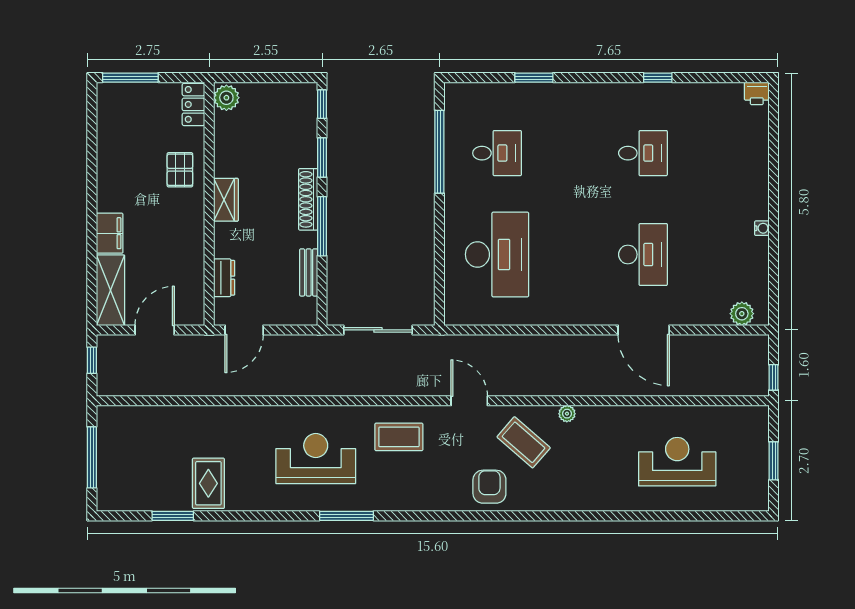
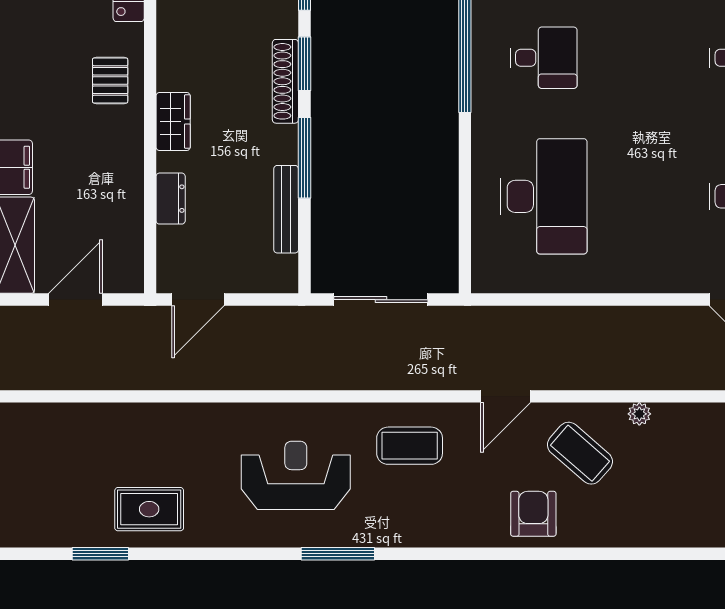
shoe rack: (308, 199) -> (285, 81), moved
bench: (309, 272) -> (286, 209), width x1.36
dresser: (224, 278) -> (171, 199), moved
door: (469, 401) -> (506, 396), swing flipped
rug: (208, 483) -> (149, 509), turned 90

